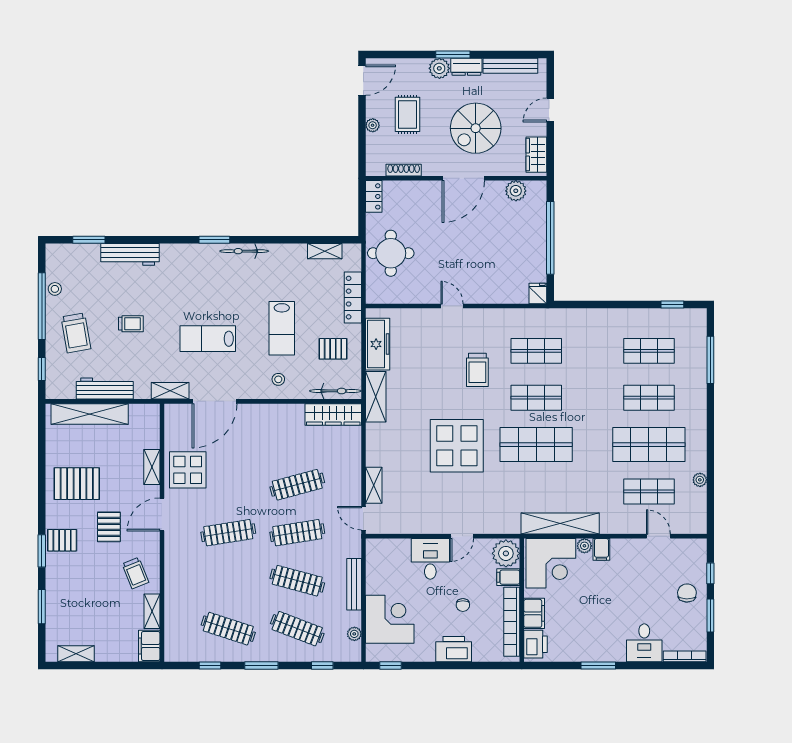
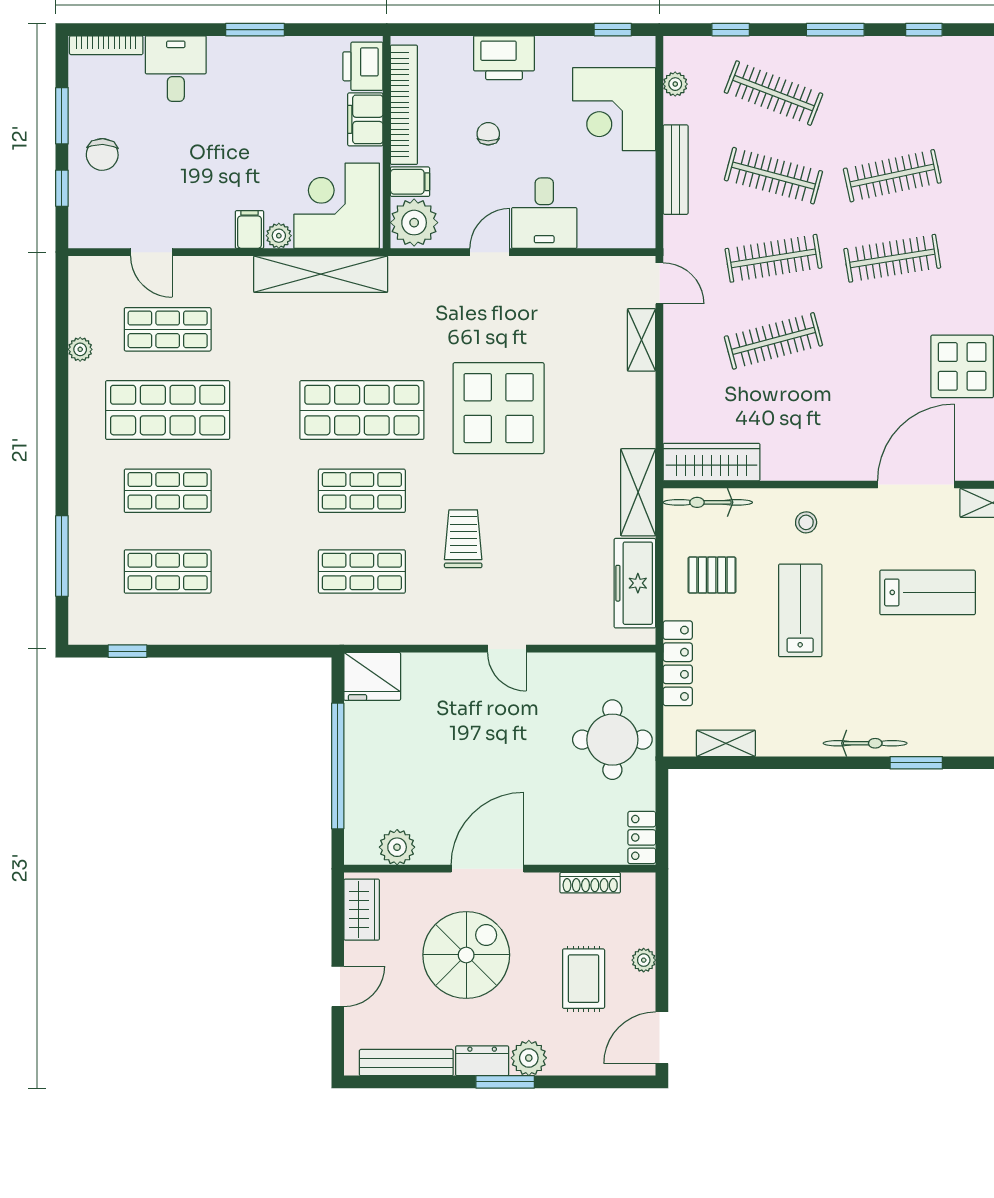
fridge: (538, 293) -> (372, 676), width x1.88, depth x1.34
clothes rail: (228, 629) -> (892, 176), moved, turned -30

